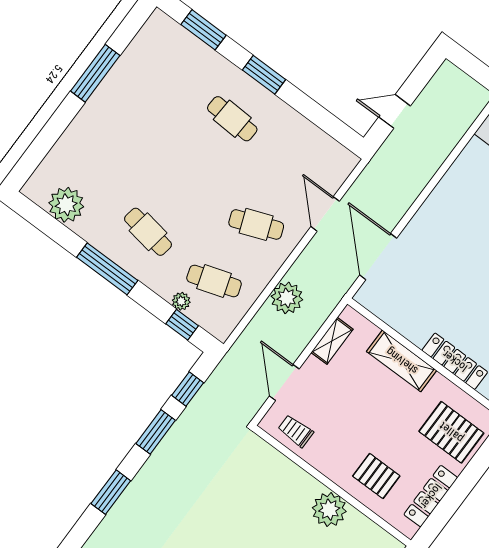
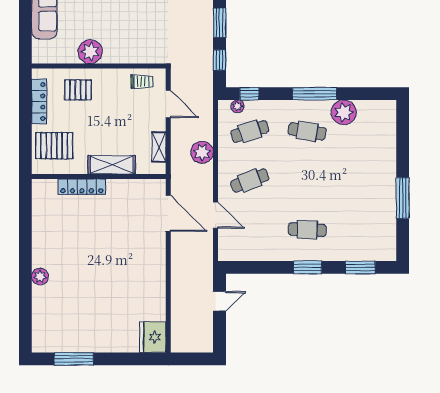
plant: (66, 205) -> (344, 112), moved
plant: (181, 301) -> (237, 106), moved

